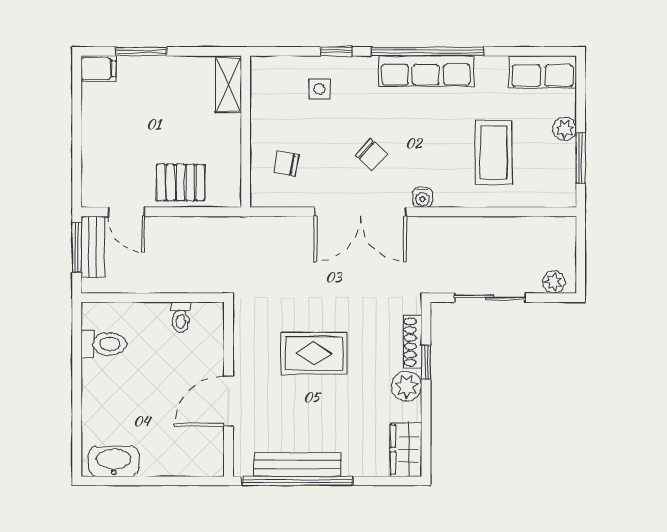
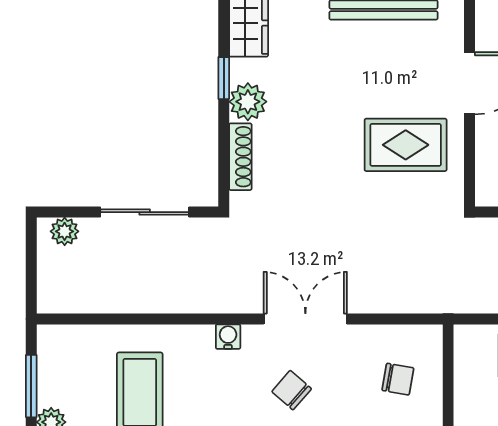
double door: (360, 212) -> (305, 319), width x0.73
rug: (314, 353) -> (406, 145), moved
window: (426, 362) -> (224, 78), moved

